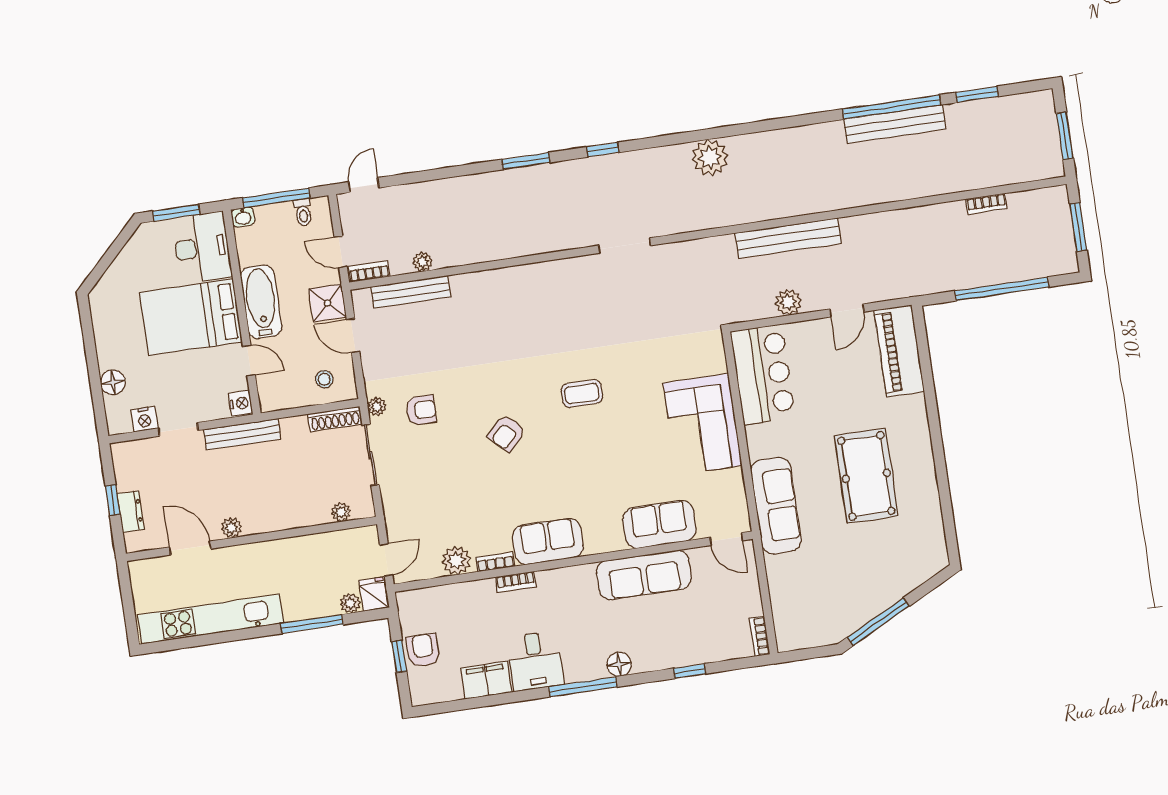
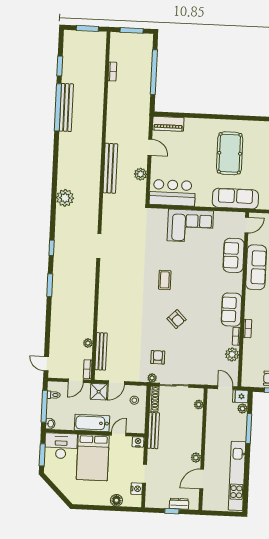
piano: (899, 351) -> (168, 124), width x0.73, depth x0.75
bench: (242, 434) -> (153, 431), moved
pool table: (866, 476) -> (230, 153), turned 90

